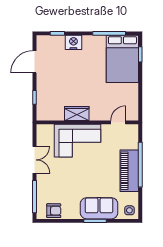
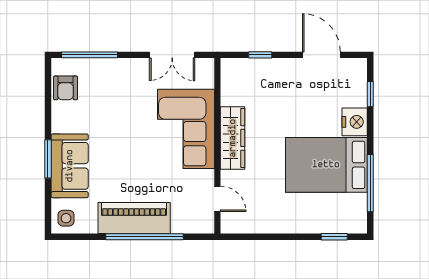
bed: (122, 59) -> (326, 165), moved
wardrobe: (77, 113) -> (233, 138), width x1.50
double door: (35, 160) -> (172, 55), moved

